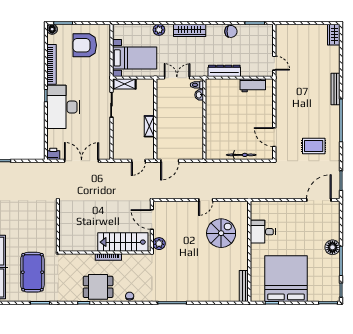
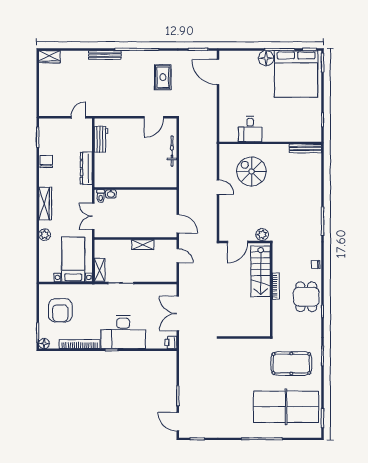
bed: (286, 279) -> (296, 74), moved, turned -90

